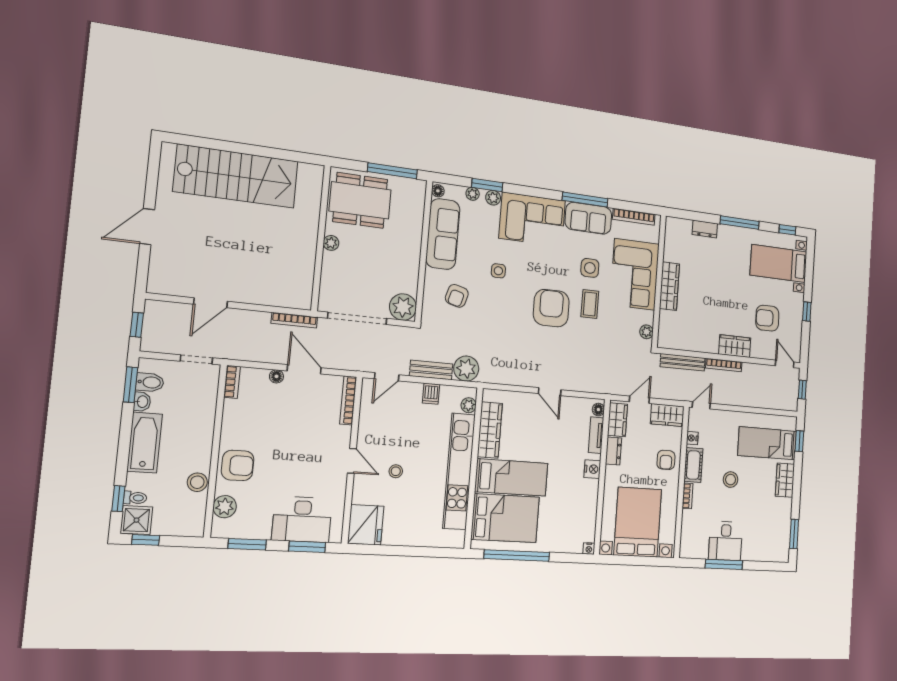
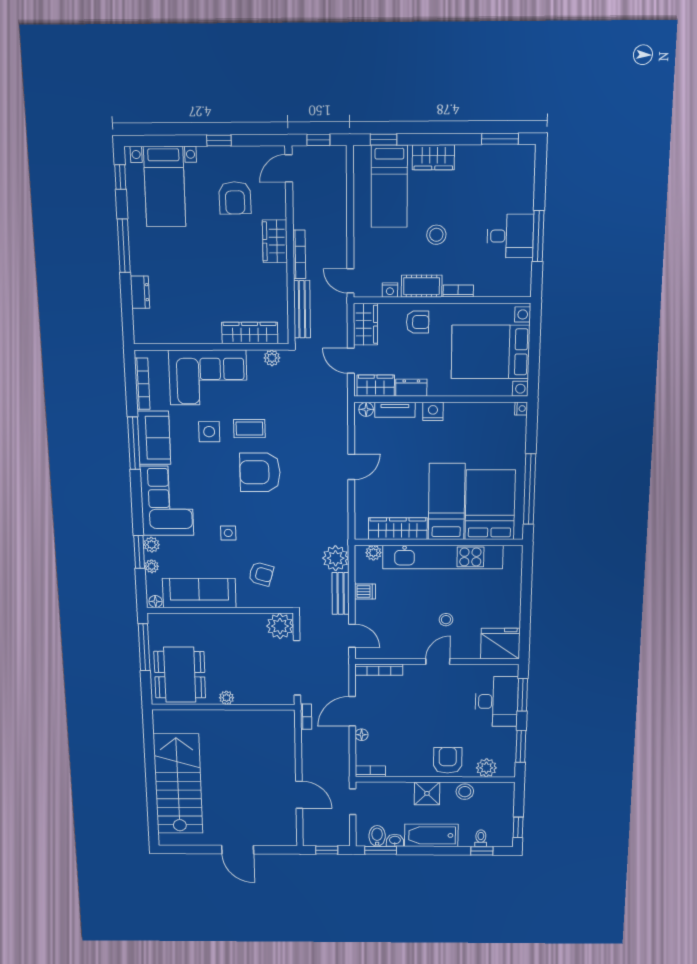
wardrobe: (669, 286) -> (250, 333), moved
bookcase: (294, 320) -> (306, 717), width x0.64
shower: (136, 520) -> (427, 793), moved

